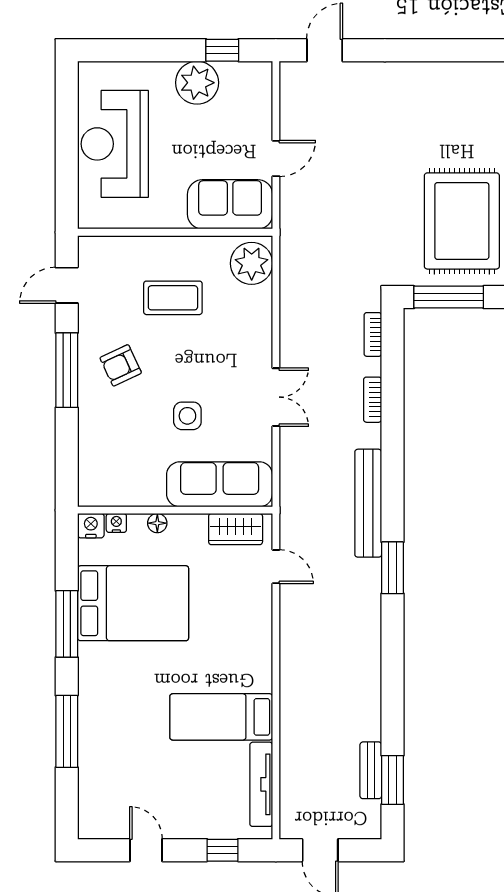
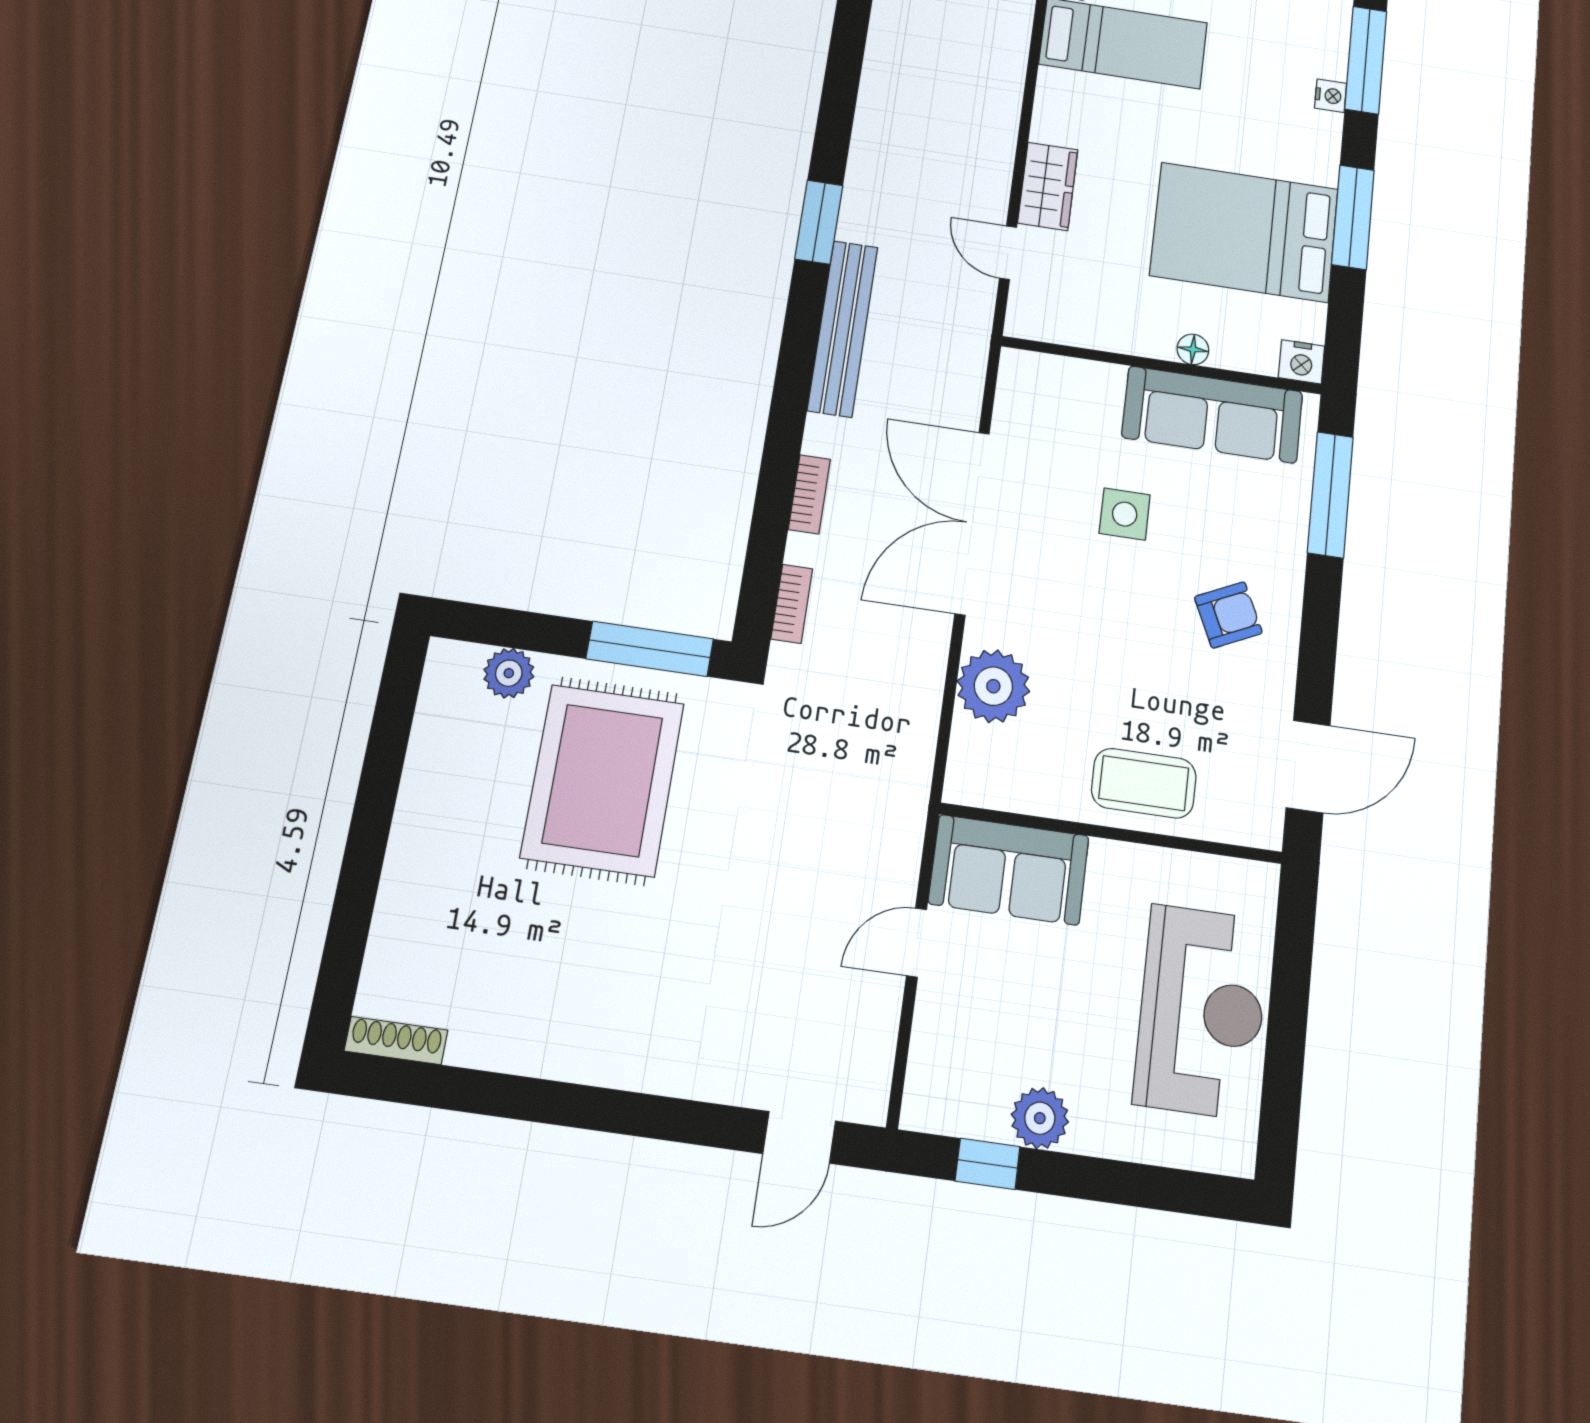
plant: (197, 83) -> (1040, 1118), width x0.73, depth x0.73
plant: (252, 263) -> (993, 686), moved
door: (67, 285) -> (1308, 766), width x1.38
coffee table: (173, 298) -> (1144, 783), moved
window: (67, 370) -> (1330, 495), moved
double door: (276, 397) -> (972, 523), width x1.87
sofa: (220, 484) -> (1212, 415), moved
nightstand: (116, 523) -> (1331, 96), moved, turned -90
wardrobe: (236, 529) -> (1048, 186), moved, turned 90

